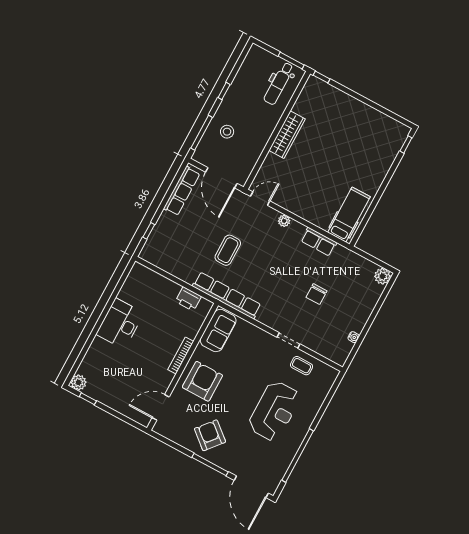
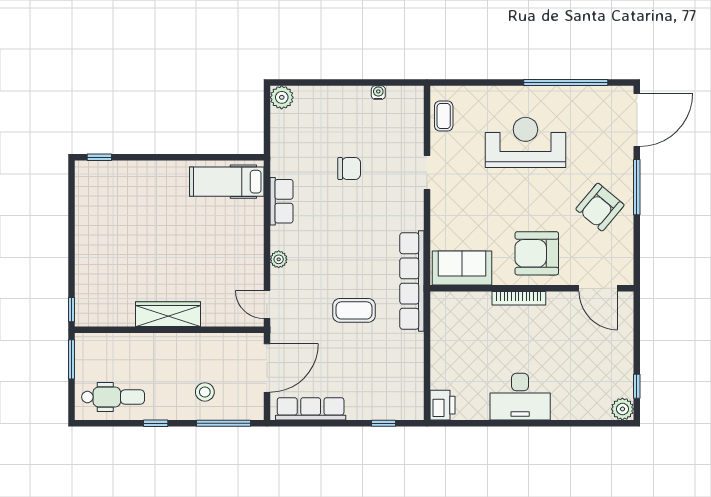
dental chair: (279, 84) -> (113, 397), moved
printer: (188, 299) -> (442, 405), moved
coffee table: (302, 366) -> (444, 116), moved

